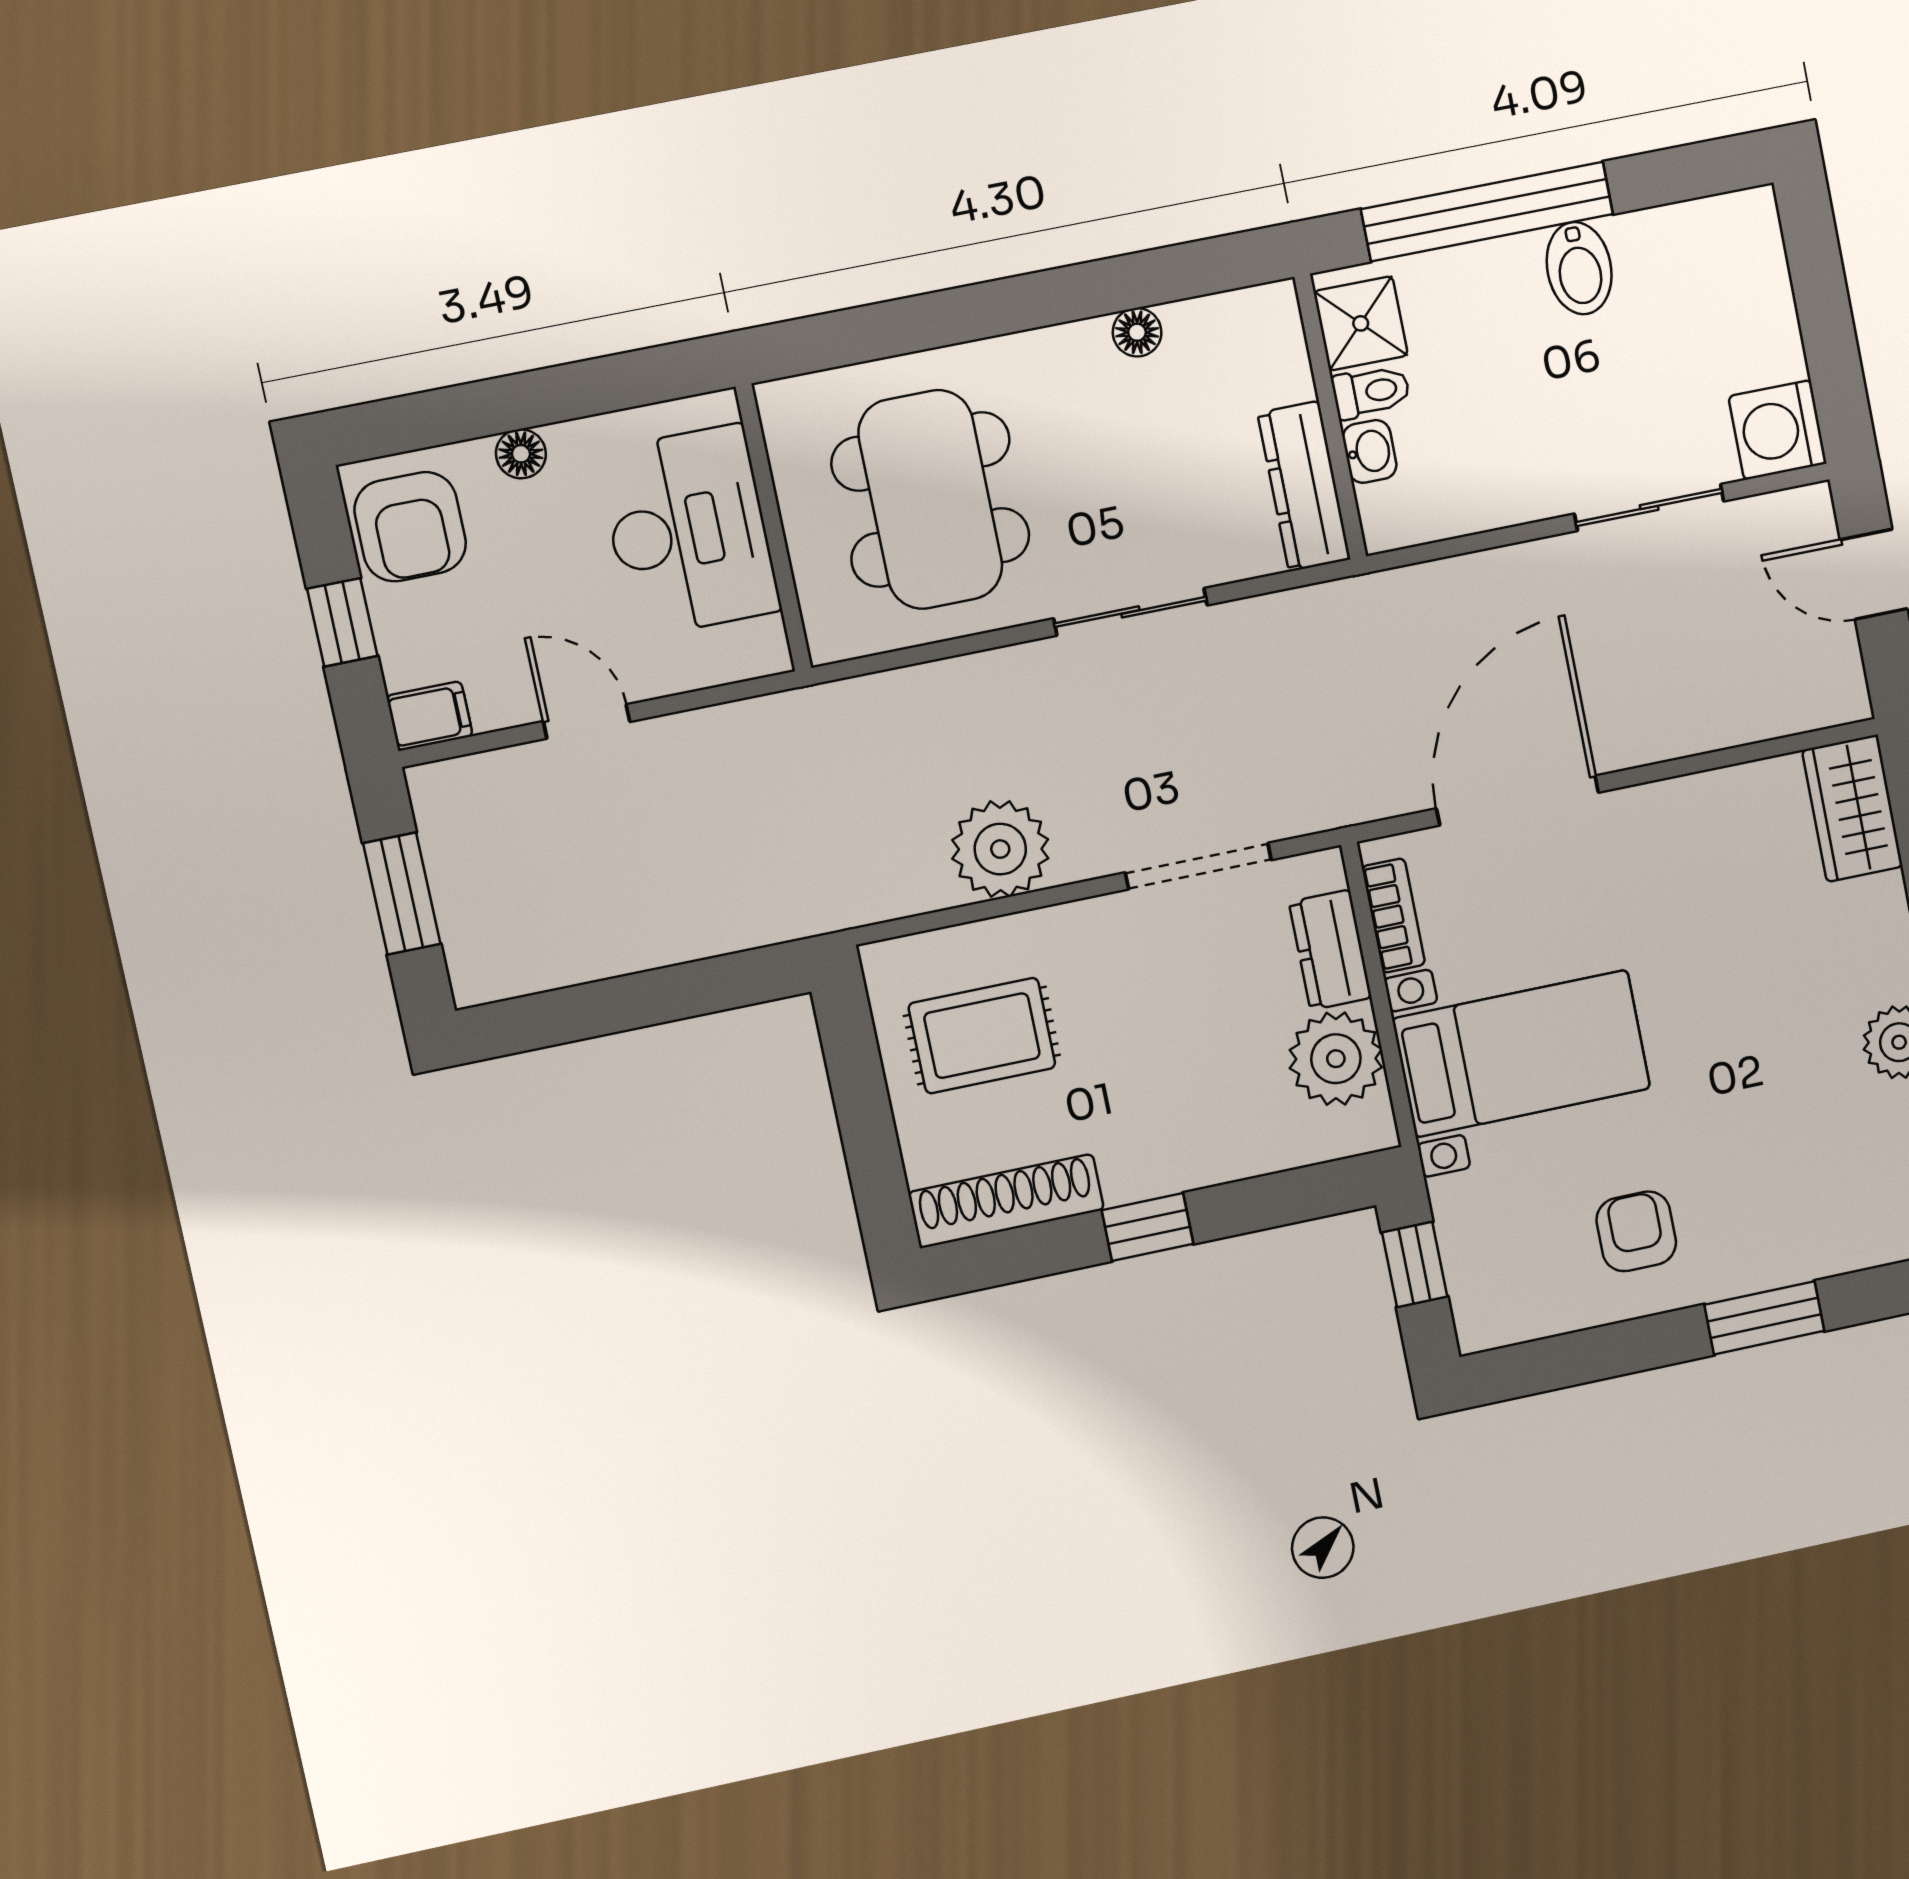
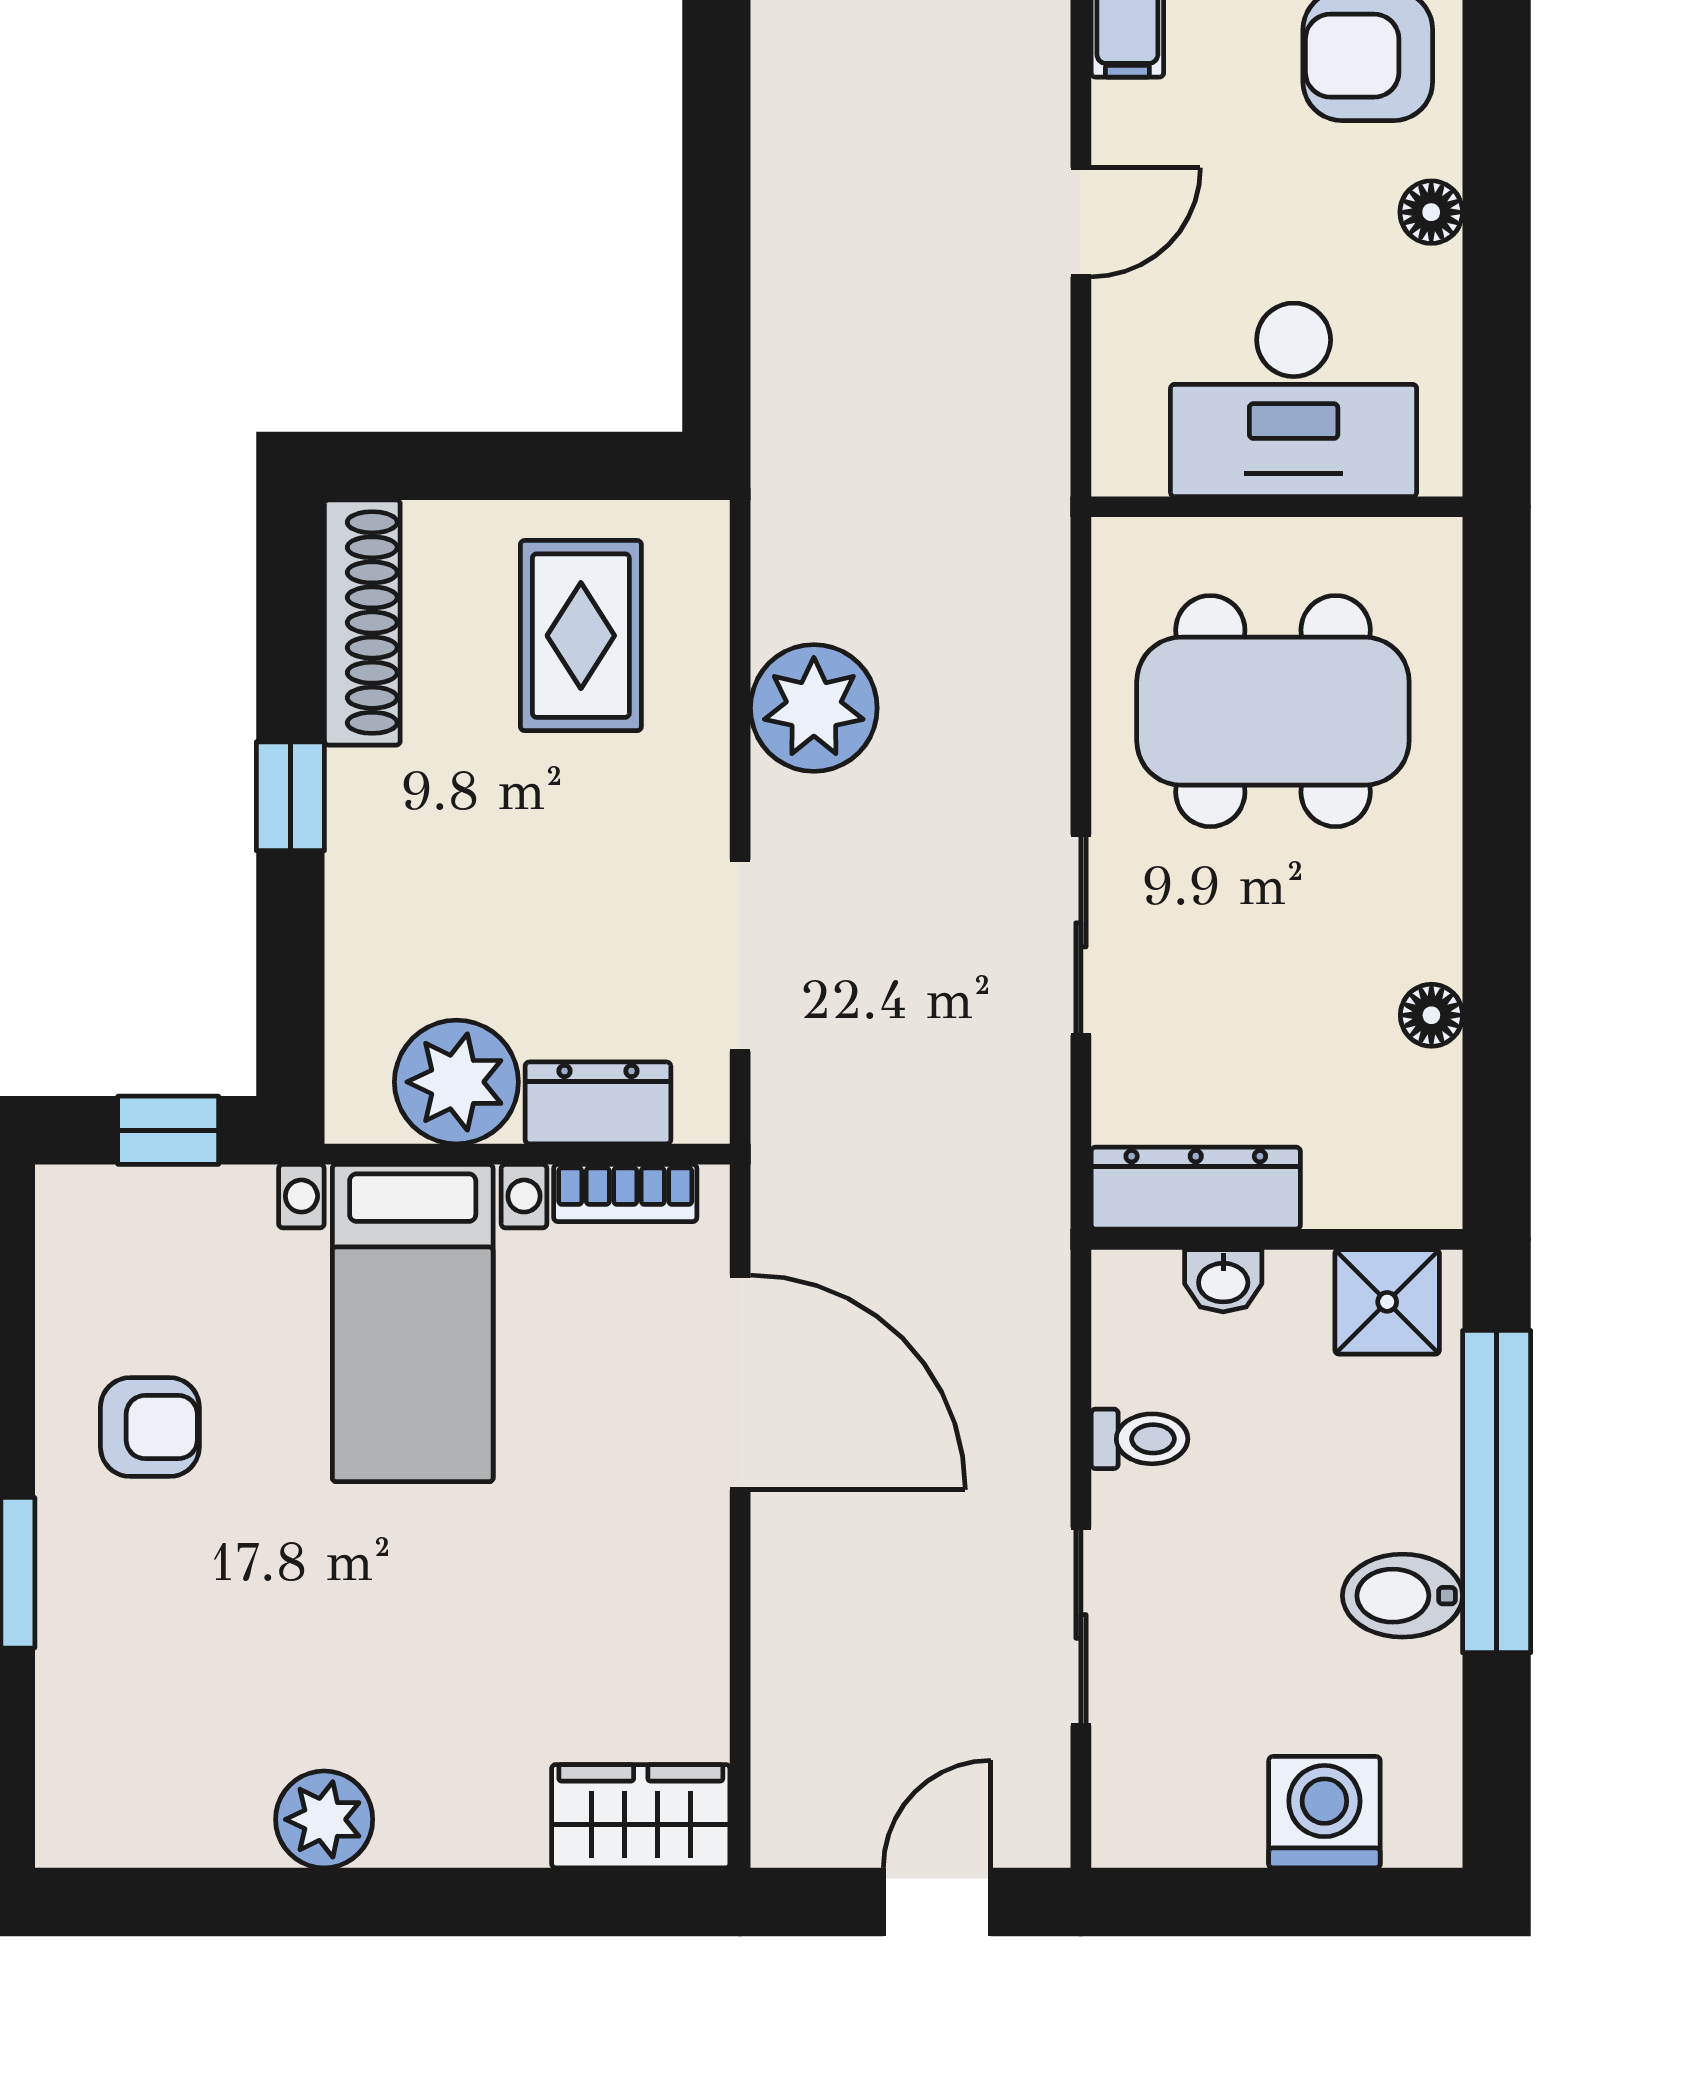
toilet: (1371, 392) -> (1139, 1439), moved, turned -90
washing machine: (1777, 430) -> (1324, 1812), moved

